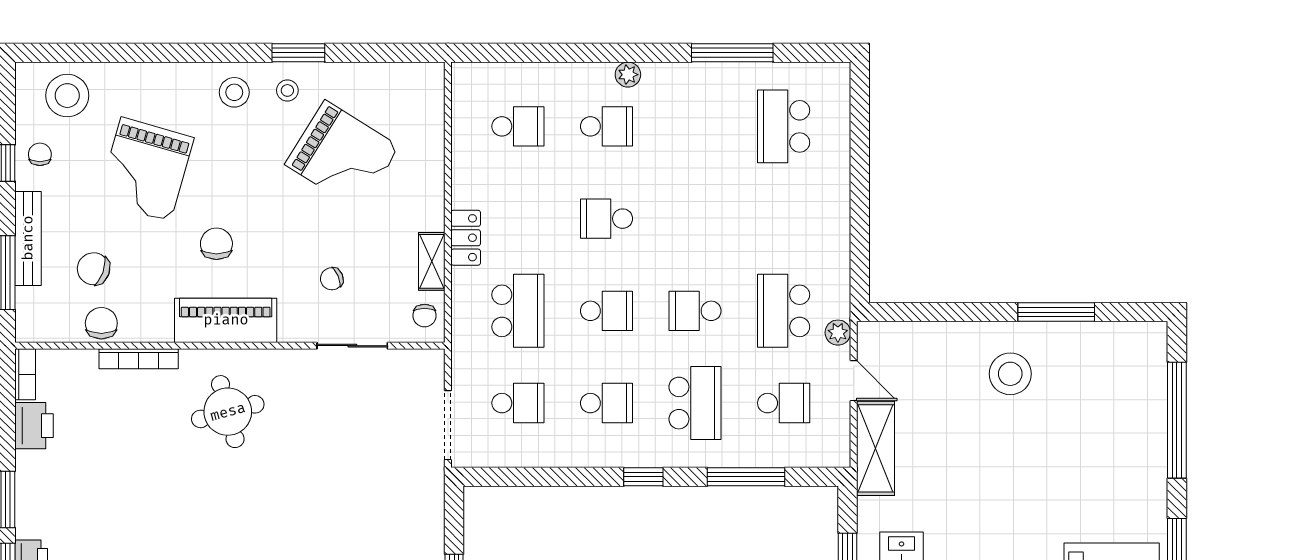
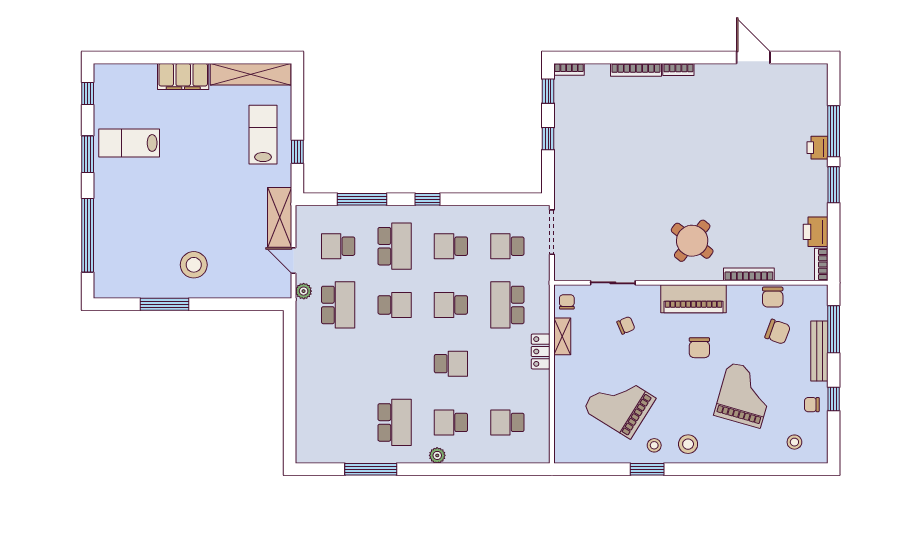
stool: (67, 96) -> (794, 442), width x0.53, depth x0.53
school desk: (784, 126) -> (395, 422), moved
chair: (40, 154) -> (812, 405), turned 90
school desk: (695, 403) -> (395, 246), turned 180
round table: (228, 412) -> (692, 241), turned -37

